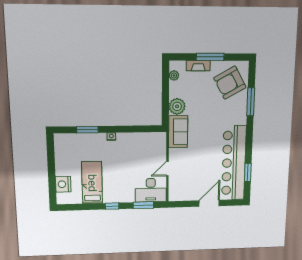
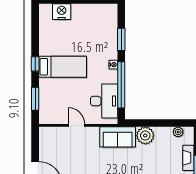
window: (130, 129) -> (121, 85), added
bed: (92, 183) -> (63, 67), moved
desk: (151, 190) -> (104, 101), moved, turned 180

